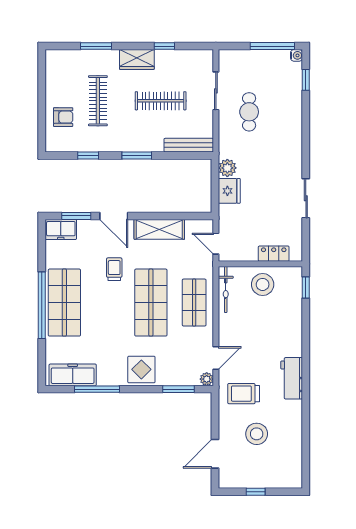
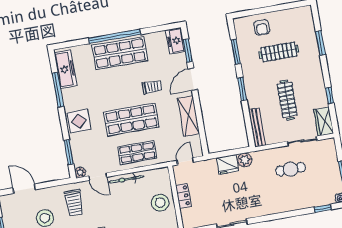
wardrobe: (137, 60) -> (324, 121), moved
window: (88, 155) -> (236, 52), width x1.50
locker: (274, 254) -> (183, 196), moved
bicycle: (226, 289) -> (126, 179), moved
trolley: (244, 394) -> (74, 203), turned 180

